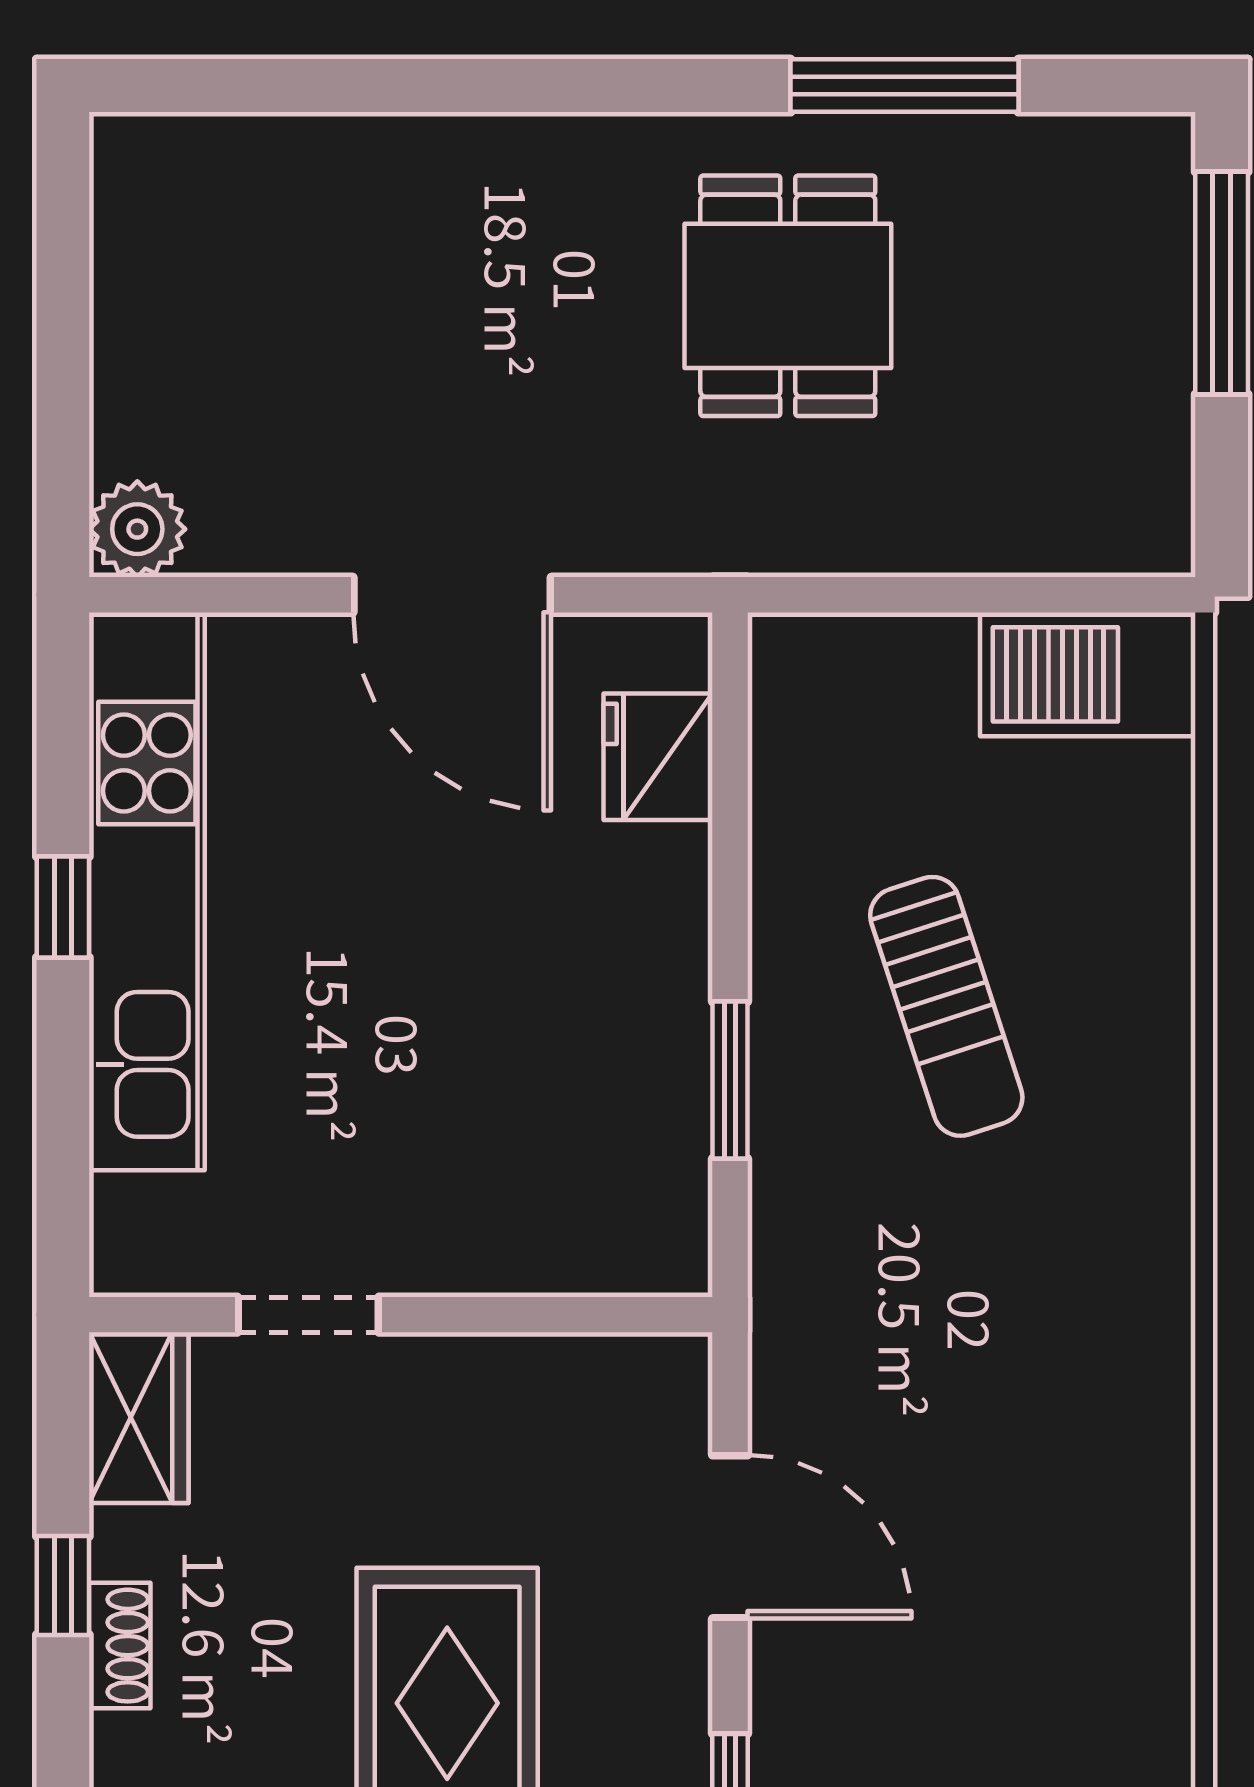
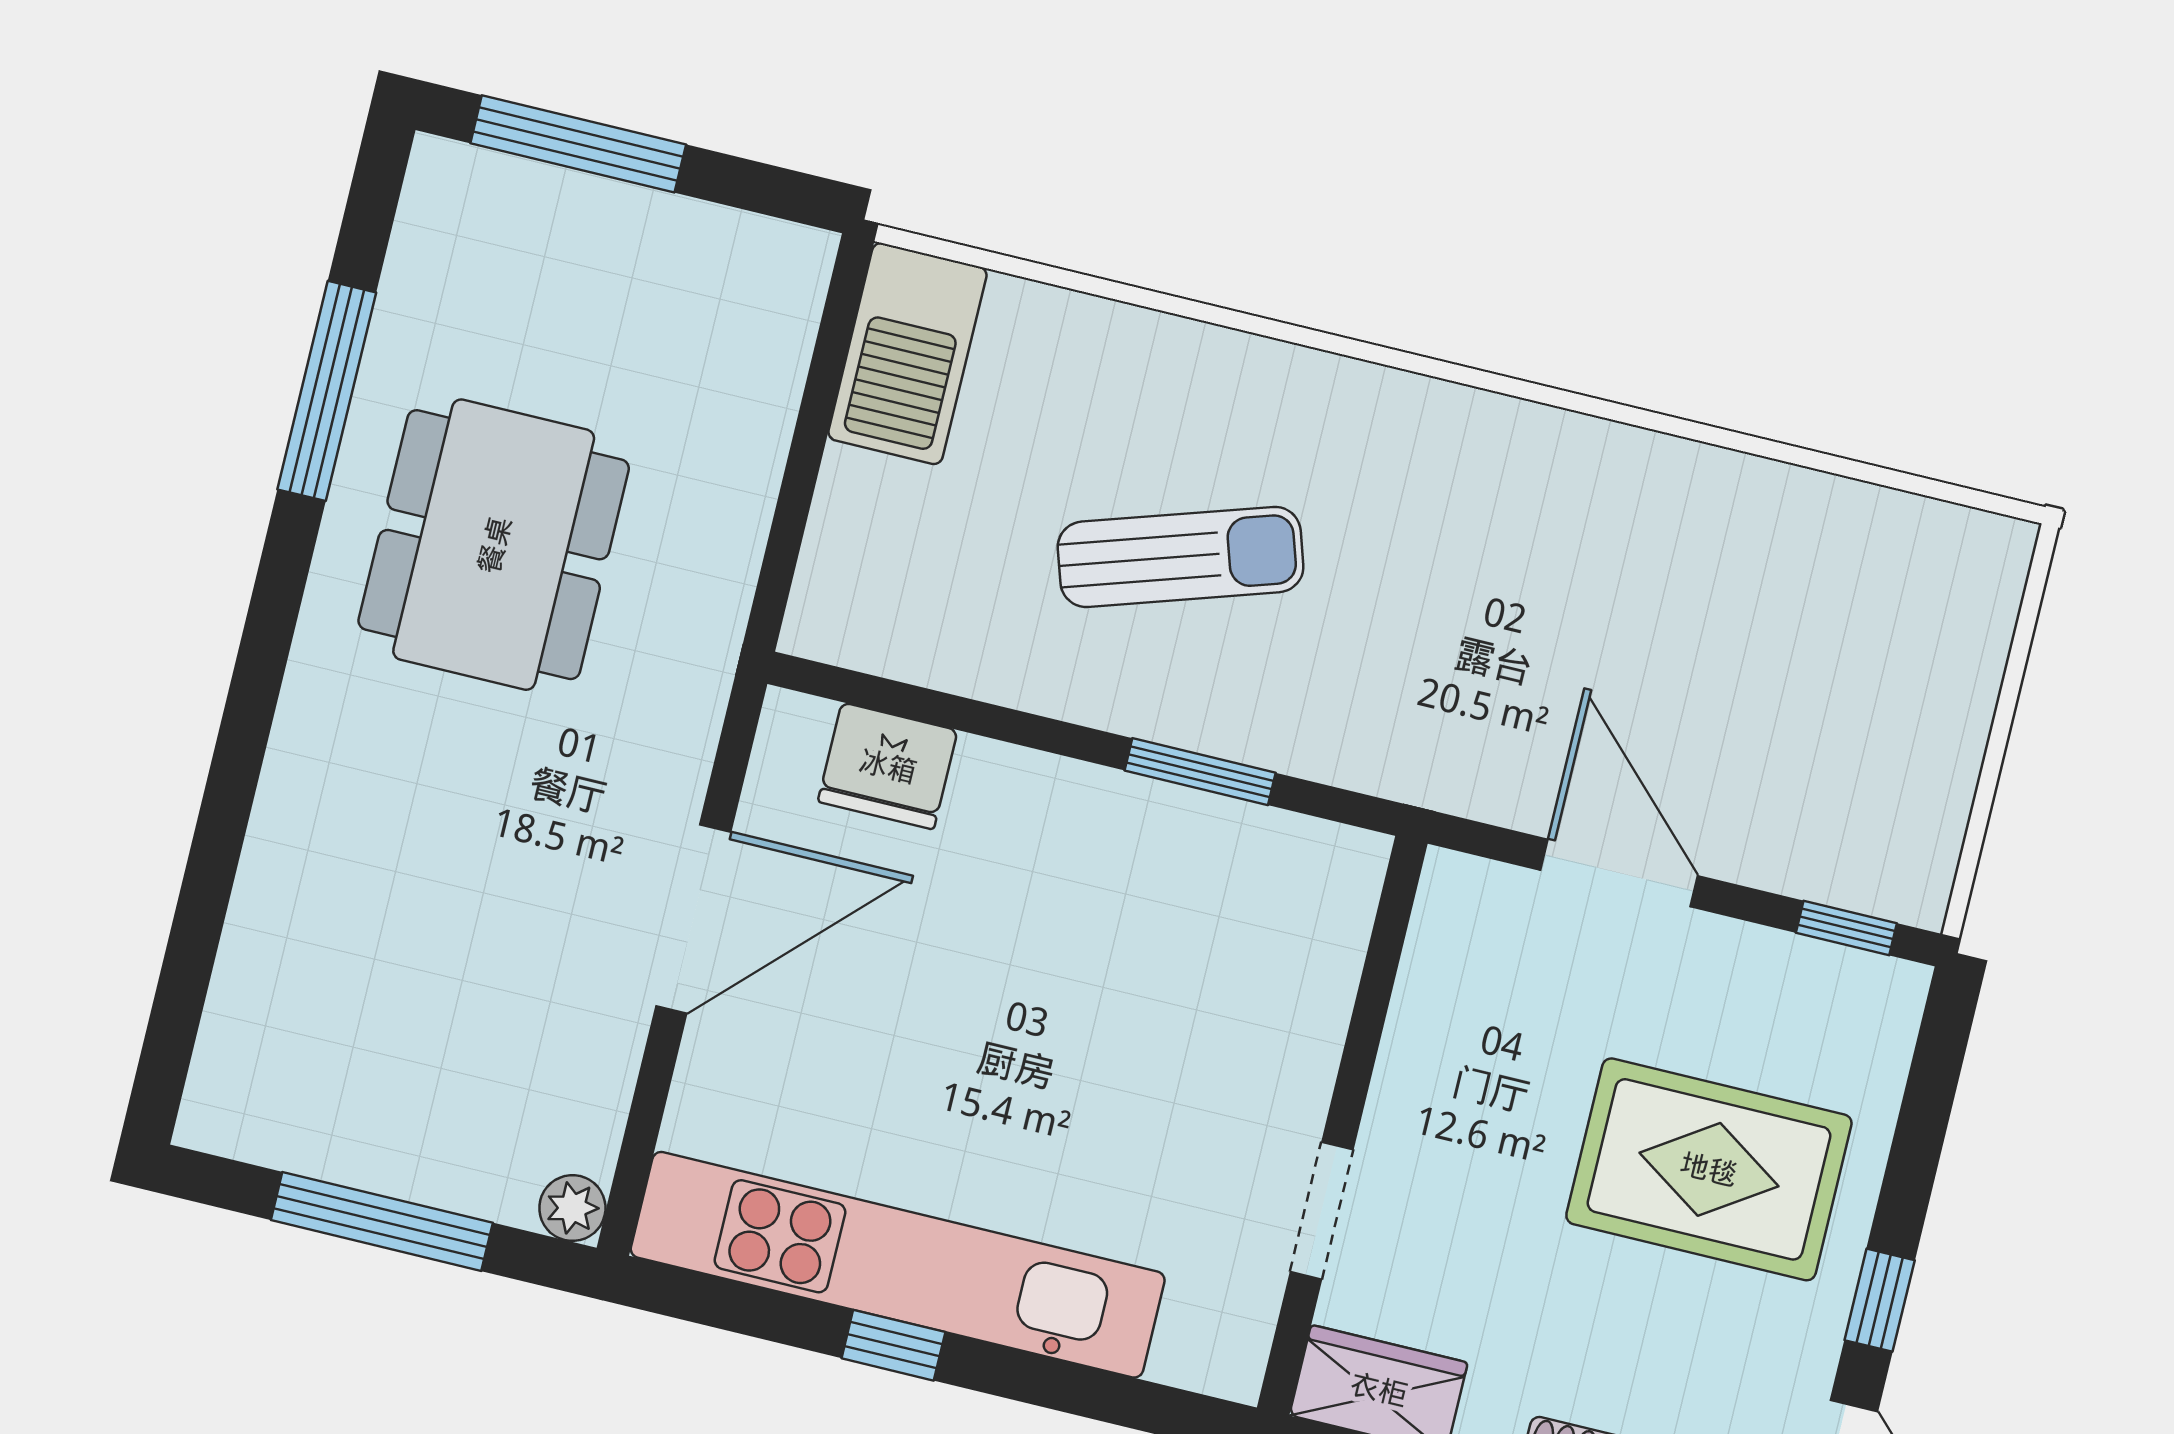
dining table: (788, 296) -> (494, 545), width x1.38
window: (63, 349) -> (382, 1221), added
plant: (137, 529) -> (572, 1208), width x0.73, depth x0.73
door: (730, 1537) -> (1619, 873), hinge flipped

